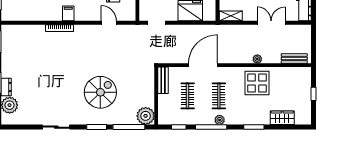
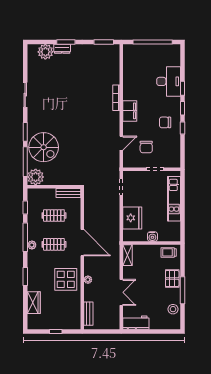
filing cabinet: (68, 13) -> (130, 111), width x2.00
door: (203, 65) -> (82, 243), moved
spiral stairs: (100, 92) -> (44, 147), moved

